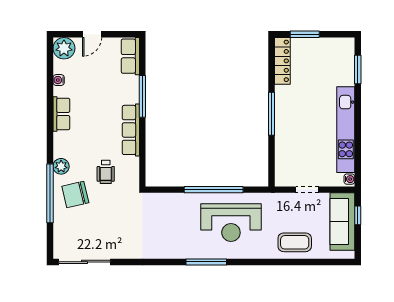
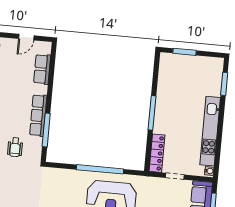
door: (92, 34) -> (26, 37), moved
row of seats: (130, 56) -> (42, 69), moved
locker: (282, 61) -> (157, 153), moved
window: (142, 96) -> (46, 130), moved

